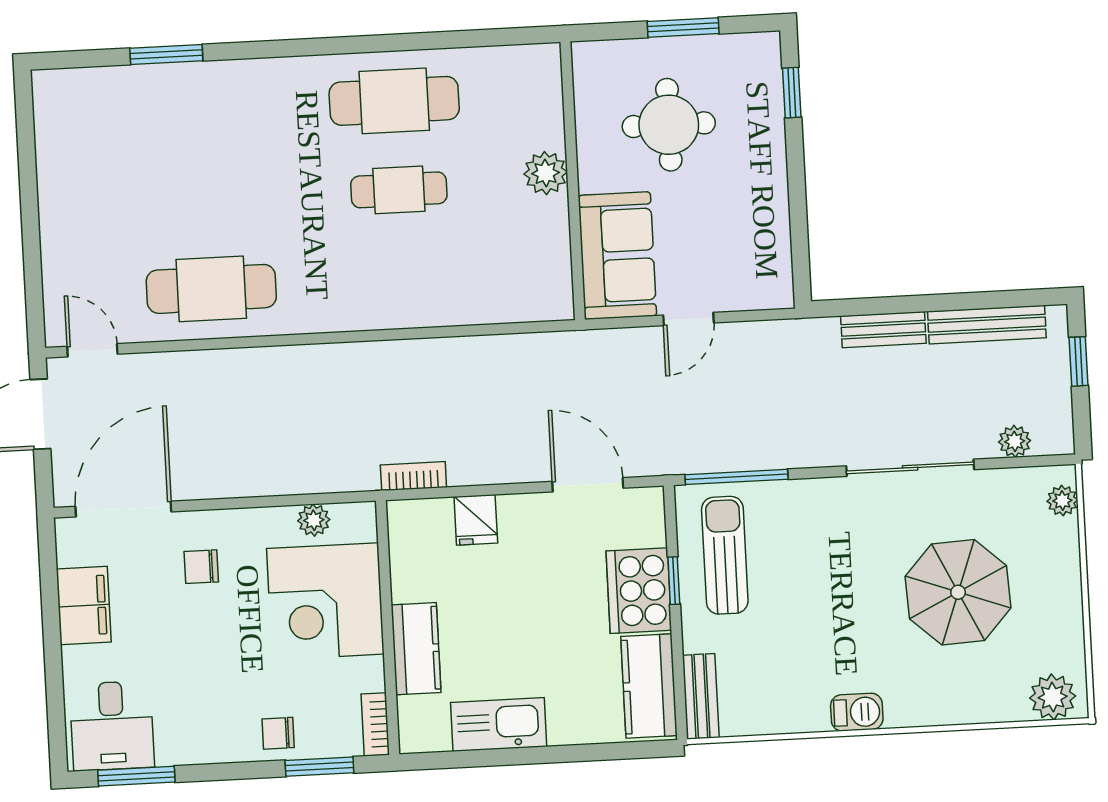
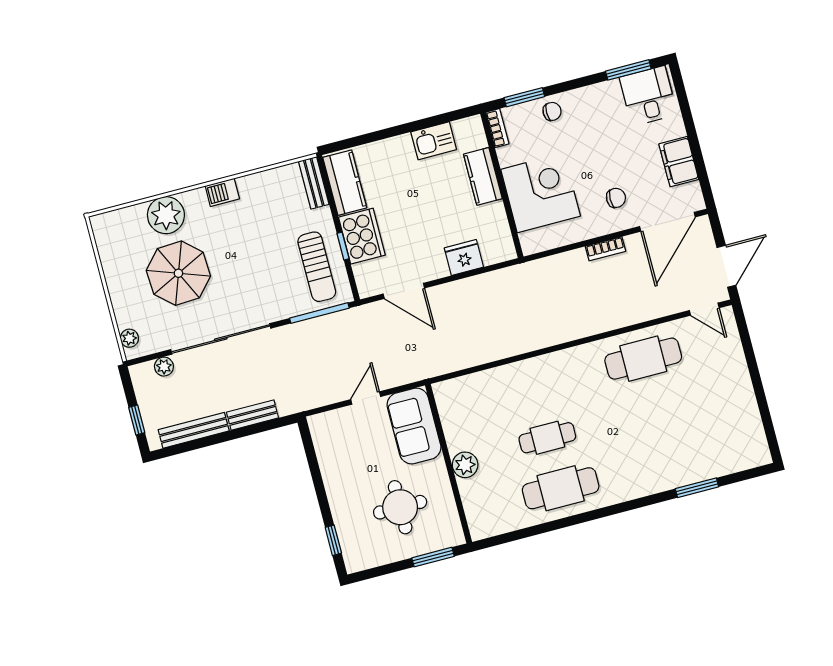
window: (683, 27) -> (433, 557), moved
sliding door: (910, 468) -> (221, 339), width x1.36
bookcase: (413, 476) -> (606, 249), moved
plant: (314, 520) -> (557, 238), removed
fridge: (476, 520) -> (464, 257), width x1.38
plant: (1053, 697) -> (166, 215), moved, width x1.36, depth x1.36
kitchen sink: (499, 724) -> (434, 141), width x0.73

